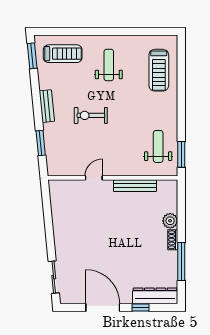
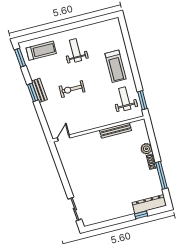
treadmill: (159, 70) -> (115, 66), moved
window: (41, 143) -> (33, 92), moved
door: (94, 178) -> (64, 138), moved
door: (103, 307) -> (115, 222), removed

